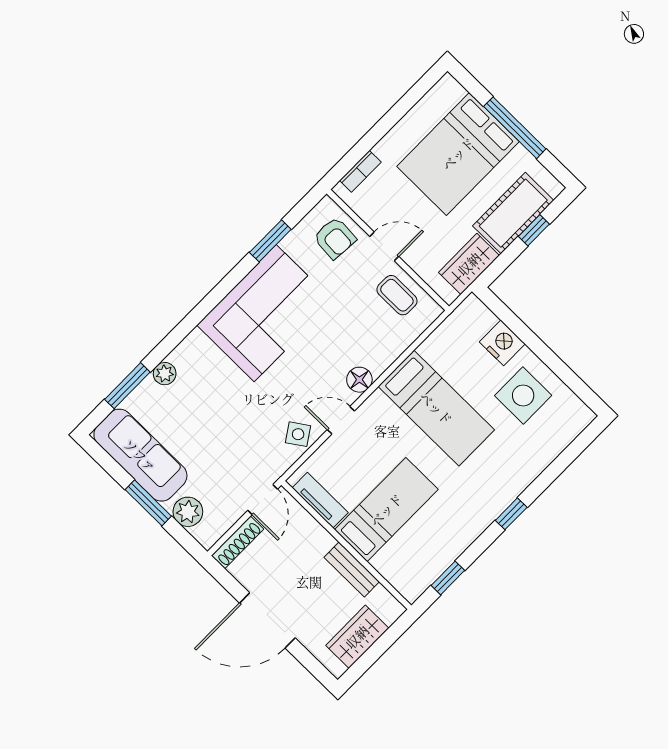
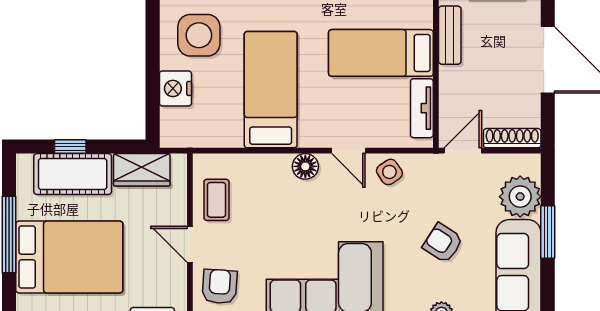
armchair: (212, 422) -> (443, 243), added
plant: (188, 512) -> (520, 197), width x1.36, depth x1.36

